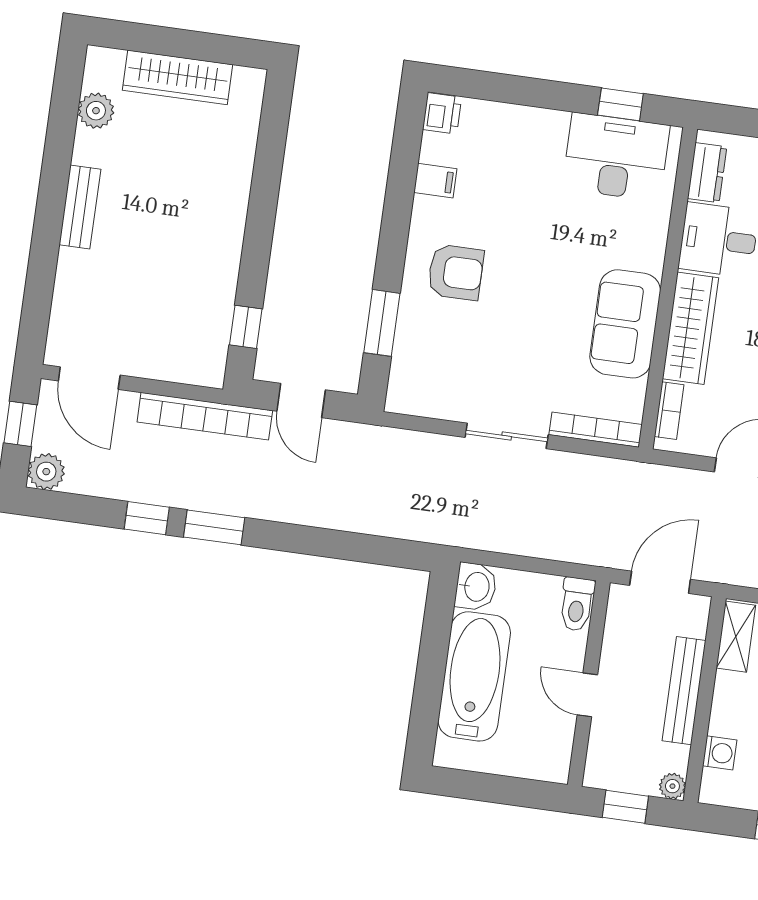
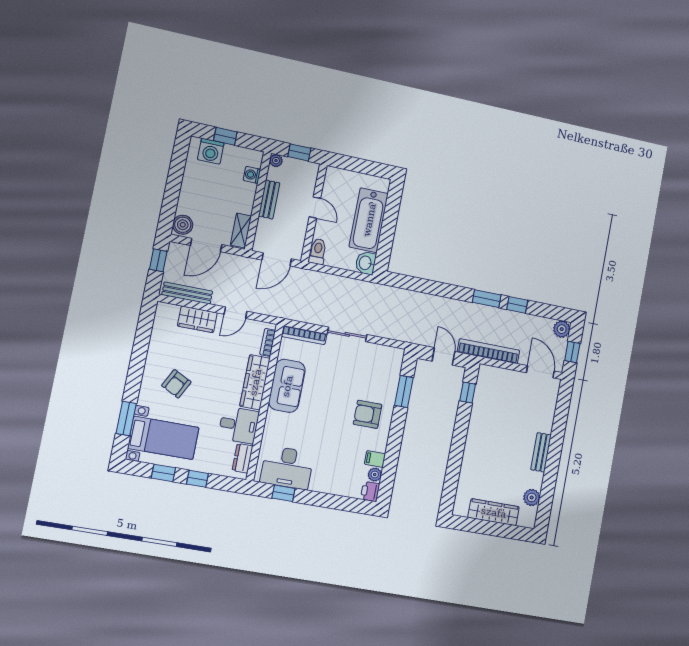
plant: (434, 148) -> (375, 475), added
bench: (684, 691) -> (269, 199), width x0.73

